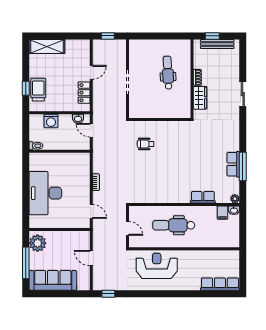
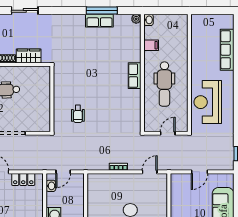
row of seats: (203, 197) -> (135, 76), moved
filing cabinet: (222, 213) -> (151, 45), moved
row of seats: (220, 284) -> (227, 50), moved

